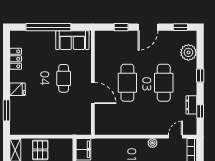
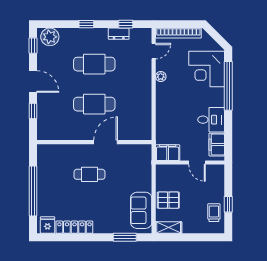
sofa: (72, 40) -> (141, 210), moved, turned 180
plant: (188, 52) -> (50, 37), moved
locker: (16, 59) -> (74, 227), width x1.53
fridge: (18, 89) -> (48, 225), moved
door: (176, 137) -> (154, 51), swing flipped

